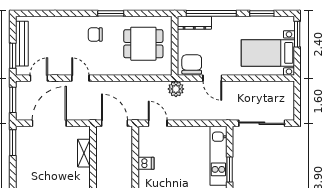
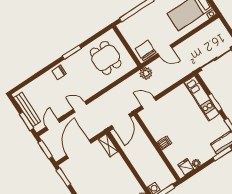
dresser: (194, 23) -> (130, 23), removed
chair: (95, 34) -> (59, 72), moved
dining table: (143, 44) -> (106, 58), turned 90
door: (115, 123) -> (121, 121), swing flipped
shelving: (84, 153) -> (108, 145), moved
dishwasher: (146, 163) -> (164, 143), moved

